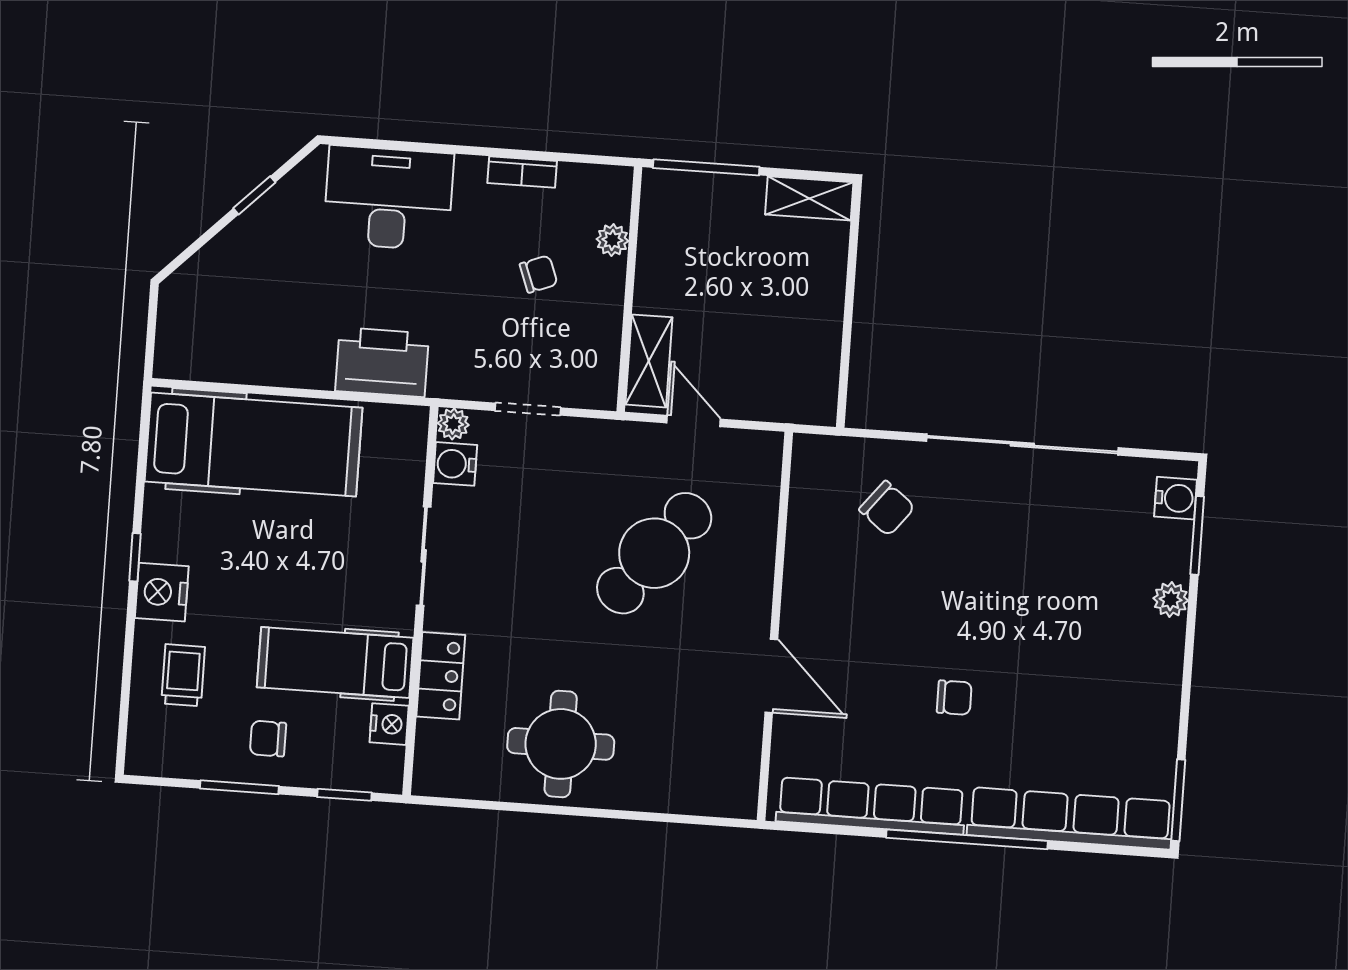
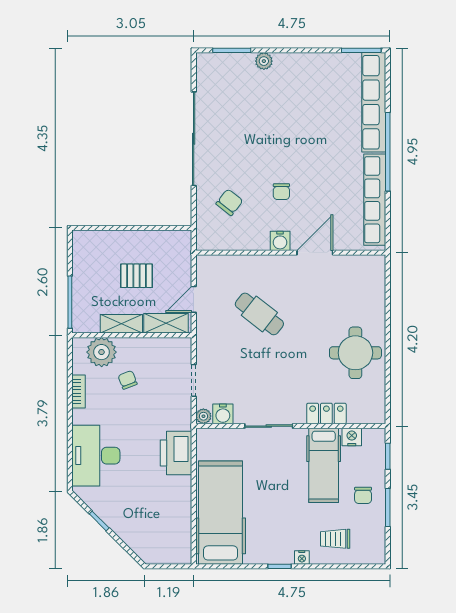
shelving: (809, 198) -> (121, 324), moved, turned 90
plant: (612, 240) -> (102, 352), width x1.87, depth x1.87
pallet: (750, 308) -> (137, 276), added
water cooler: (1176, 498) -> (280, 241), moved, turned 180
cafe table: (654, 553) -> (259, 314), width x0.73, depth x0.74
nightstand: (162, 592) -> (302, 558), width x0.53, depth x0.56
chair: (954, 698) -> (281, 192), moved, turned 180

